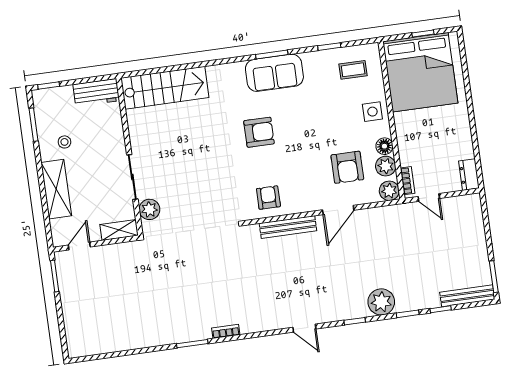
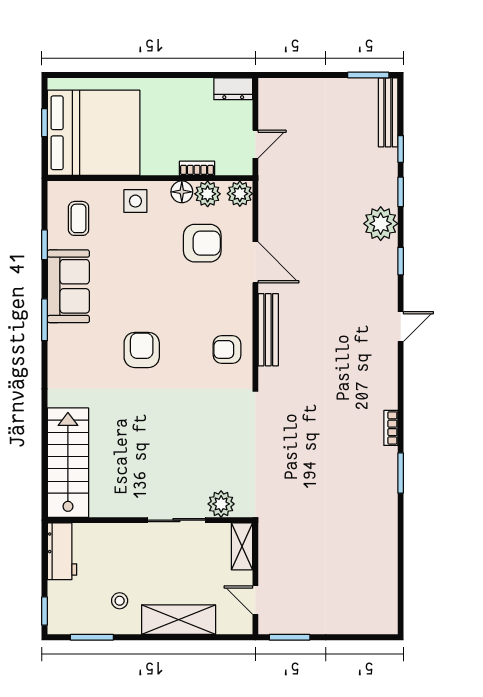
sofa: (274, 73) -> (68, 286), moved
bookcase: (408, 181) -> (197, 168), moved

